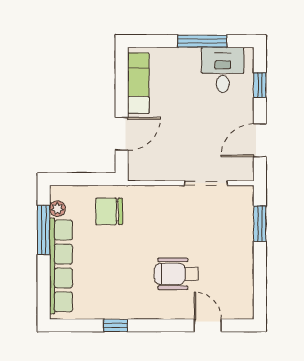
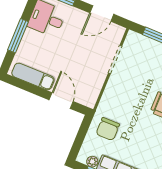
window: (202, 41) -> (18, 36), moved
door: (260, 140) -> (102, 13), hinge flipped

